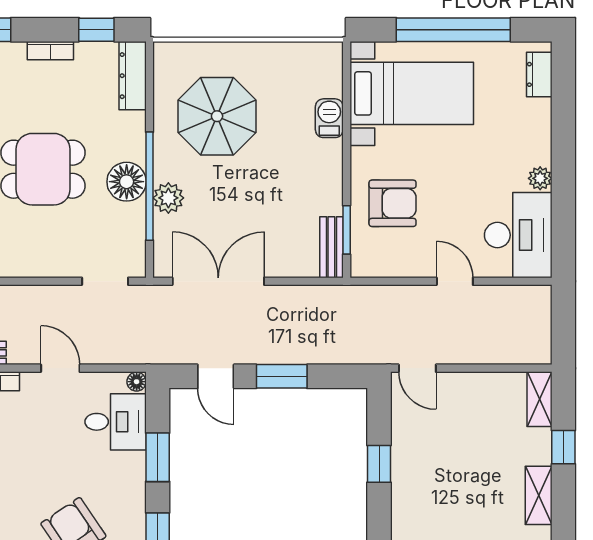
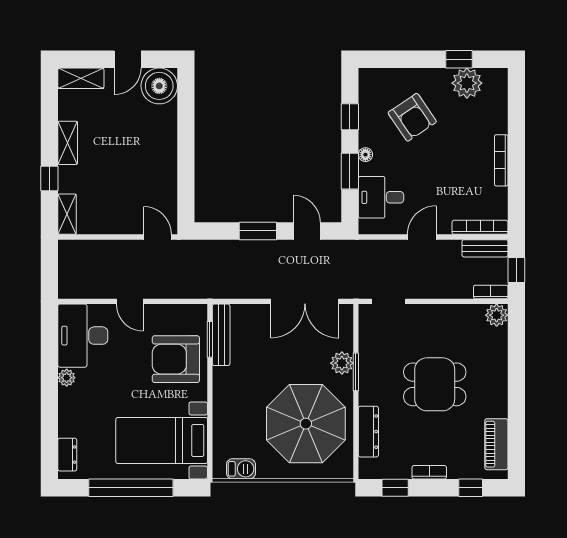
dresser: (133, 76) -> (368, 432), moved
parasol: (217, 116) -> (306, 424), width x1.36, depth x1.36
barbecue: (329, 118) -> (241, 469), moved, turned -90
floor lamp: (127, 182) -> (373, 375), removed
window: (150, 186) -> (356, 372), width x0.47
armchair: (393, 203) -> (176, 359), width x1.36, depth x1.36
bench: (331, 247) -> (221, 335), width x1.36
door: (60, 368) -> (422, 237), swing flipped
floor lamp: (137, 382) -> (365, 155), moved
window: (379, 464) -> (186, 166), removed

